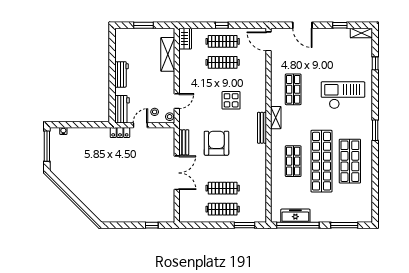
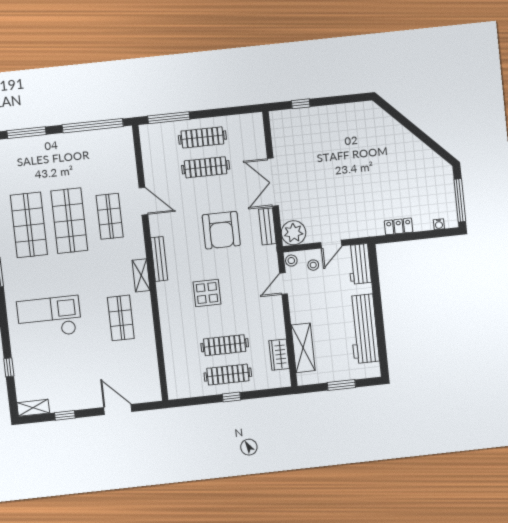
wardrobe: (185, 39) -> (279, 355), moved
door: (268, 41) -> (143, 201), moved
workbench: (122, 74) -> (364, 329), width x1.88, depth x1.32
checkout: (343, 95) -> (49, 317), turned 180
locker: (120, 133) -> (399, 226), moved
plant: (166, 136) -> (294, 233), added
shop shelf: (322, 161) -> (69, 221), width x0.71
freezer: (295, 216) -> (98, 139), removed
window: (245, 225) -> (169, 118), width x1.44

